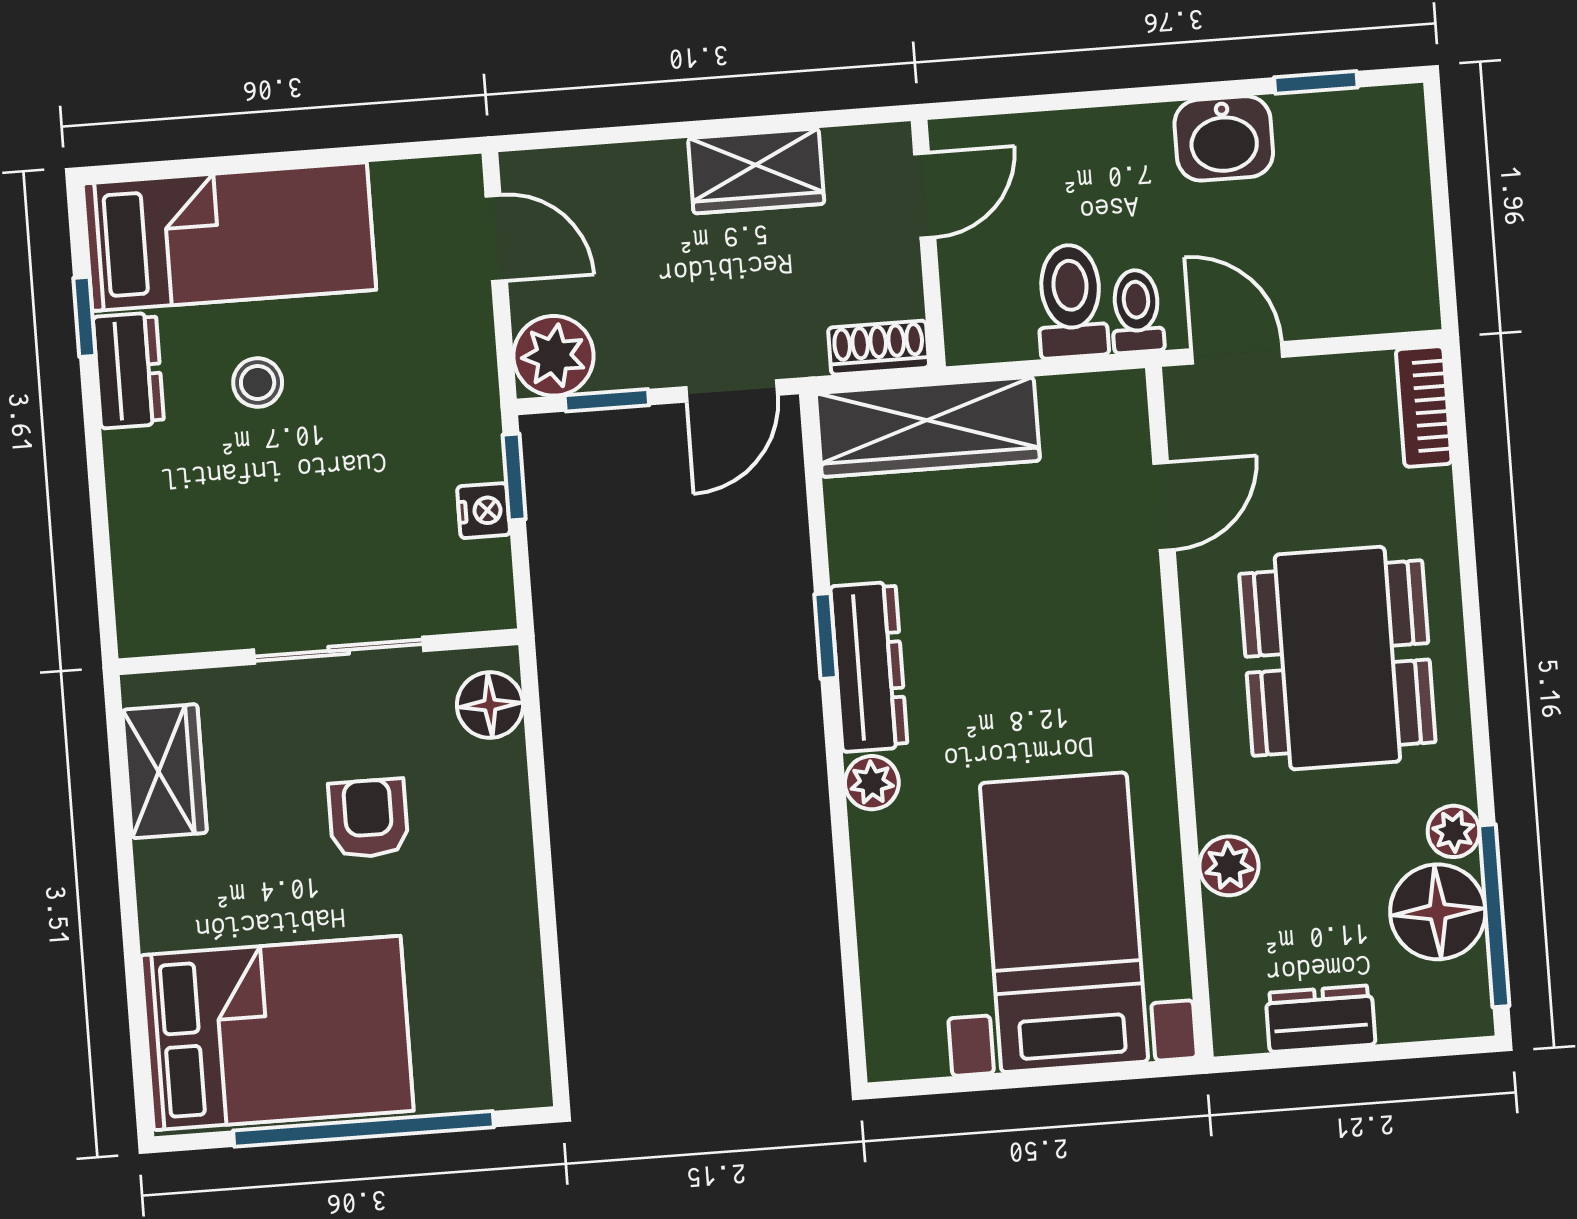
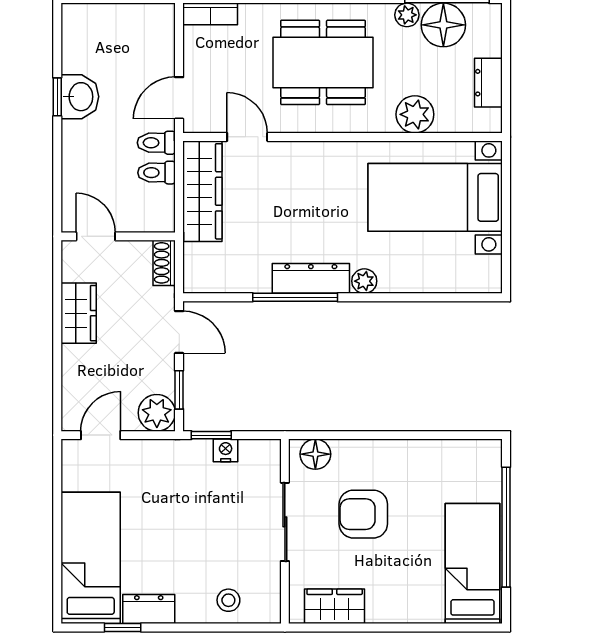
window: (1316, 82) -> (57, 97), moved
toilet: (1071, 301) -> (157, 173), width x0.73, depth x0.72
stool: (258, 383) -> (228, 600), moved
wardrobe: (928, 427) -> (202, 191), moved
window: (826, 636) -> (295, 297), width x2.17
armchair: (368, 818) -> (363, 514), width x1.38, depth x1.38
plant: (1229, 866) -> (415, 114), width x1.38, depth x1.38
bed: (277, 1033) -> (472, 564), width x0.67

